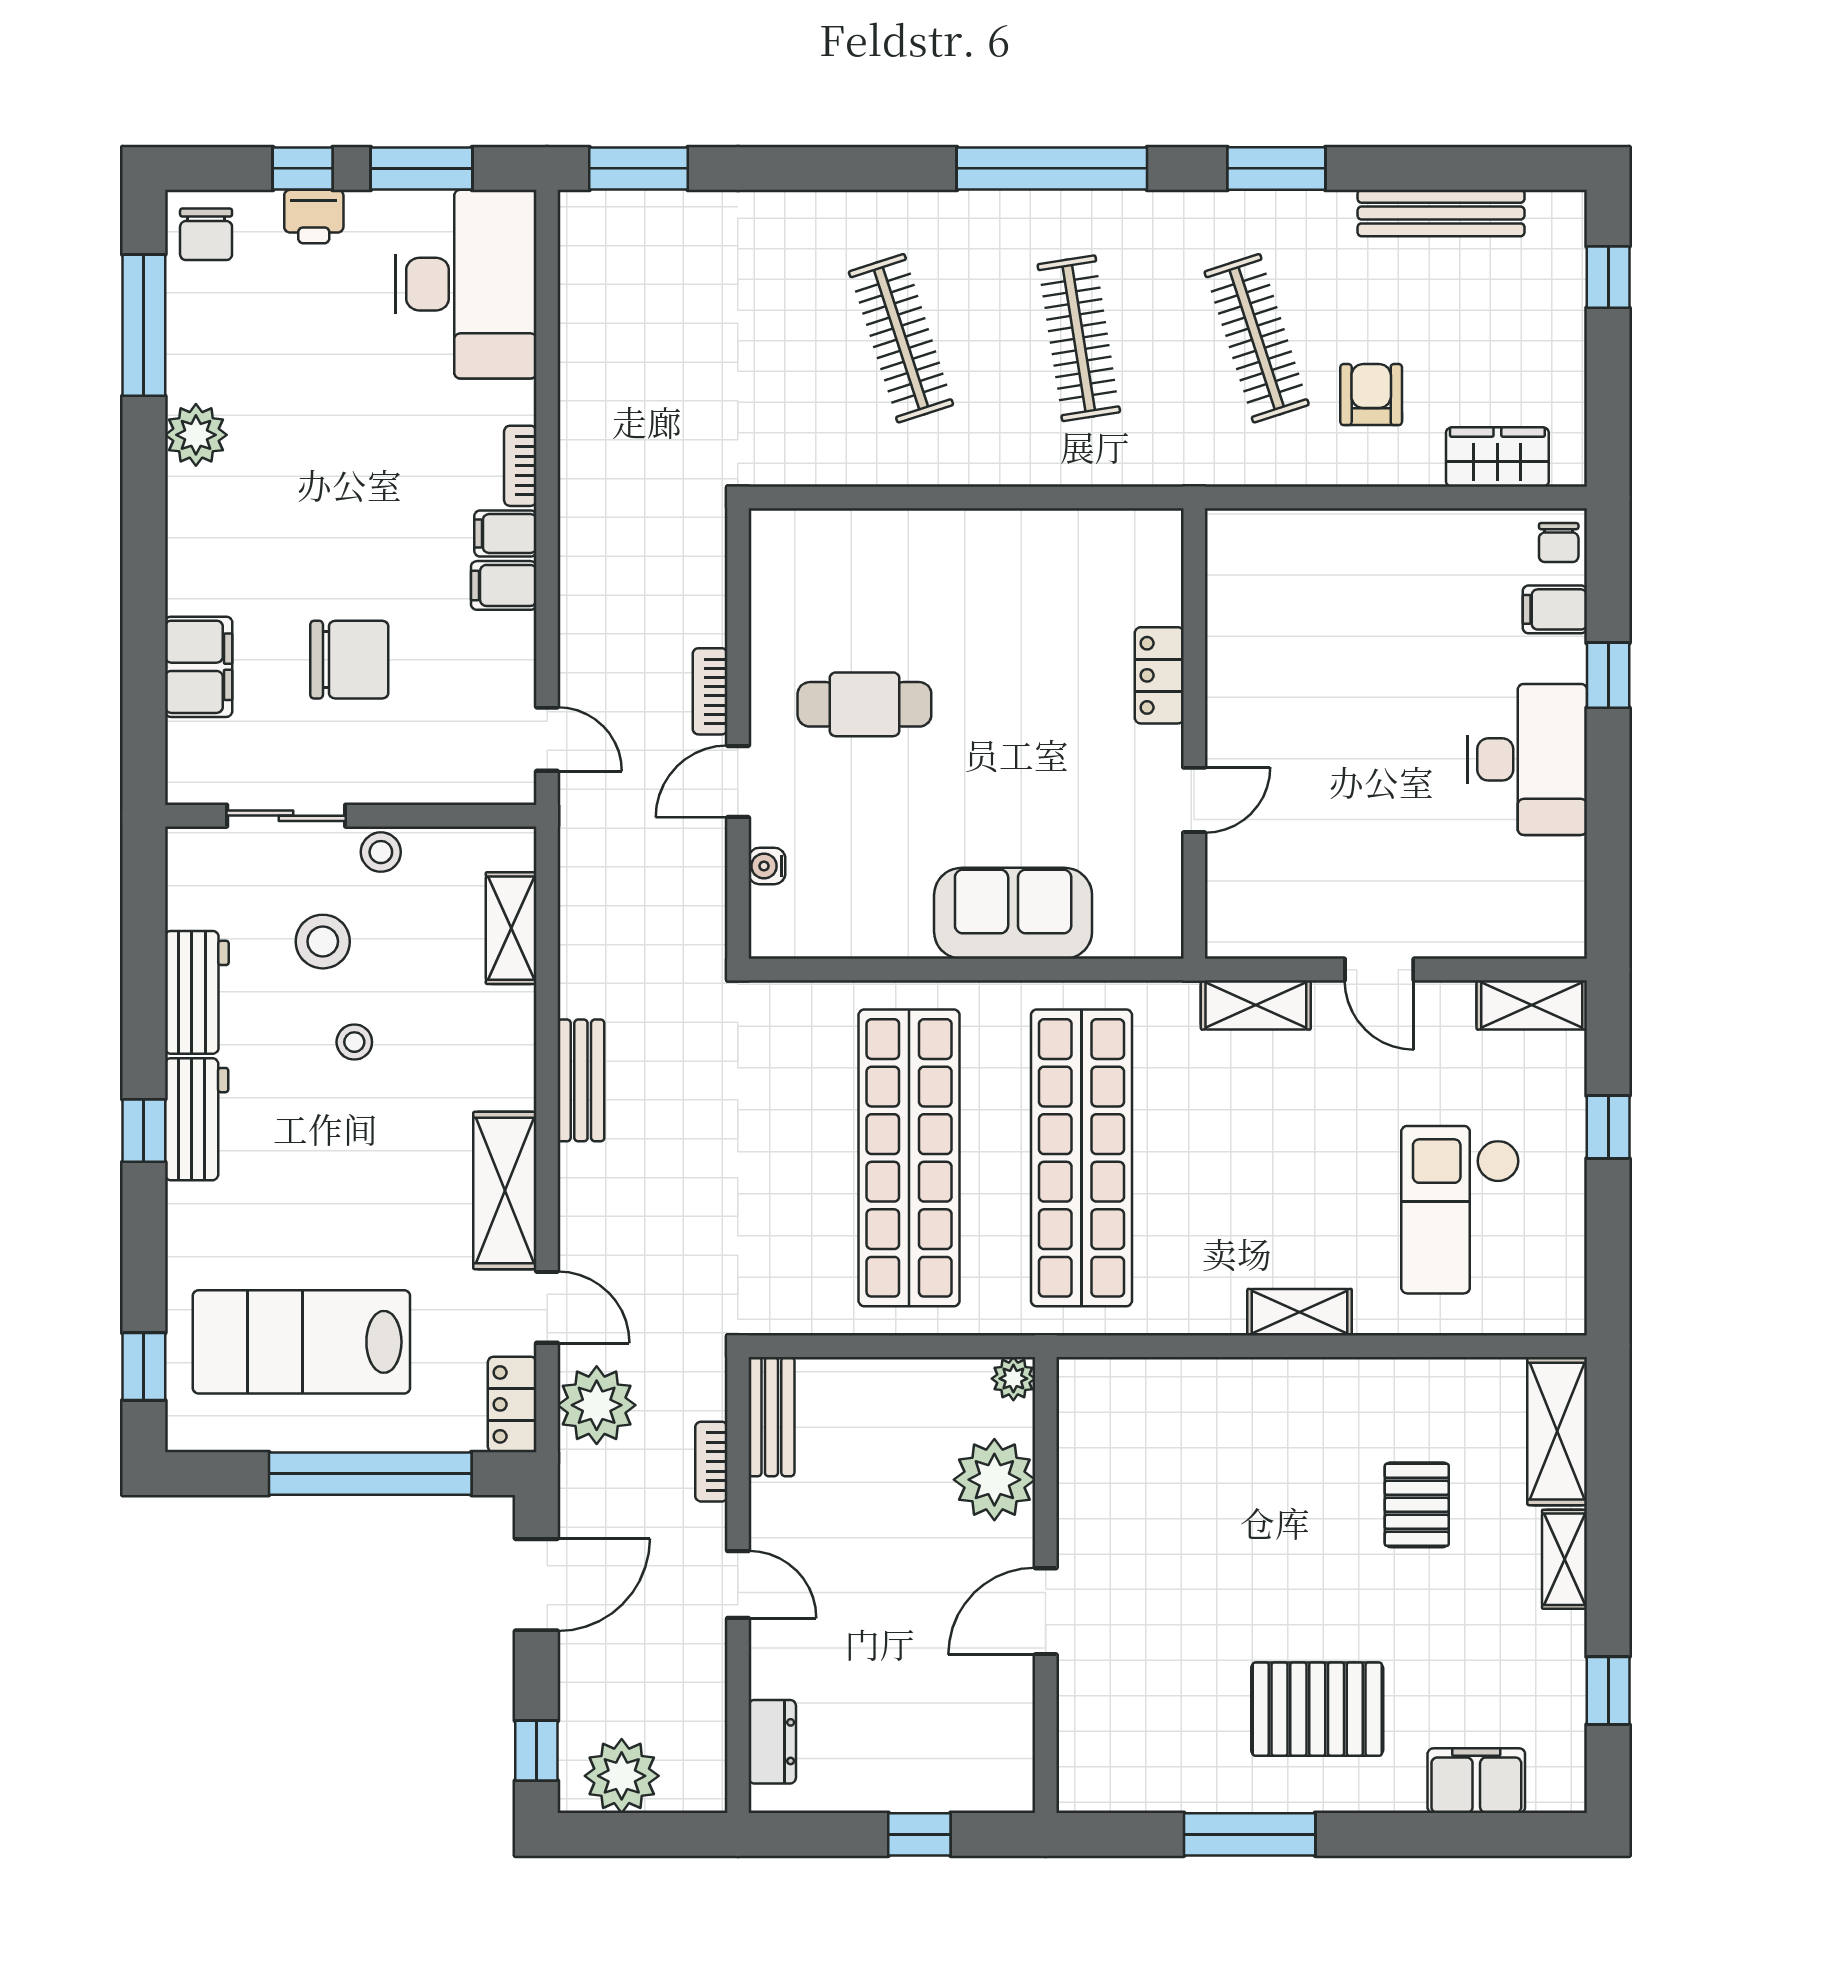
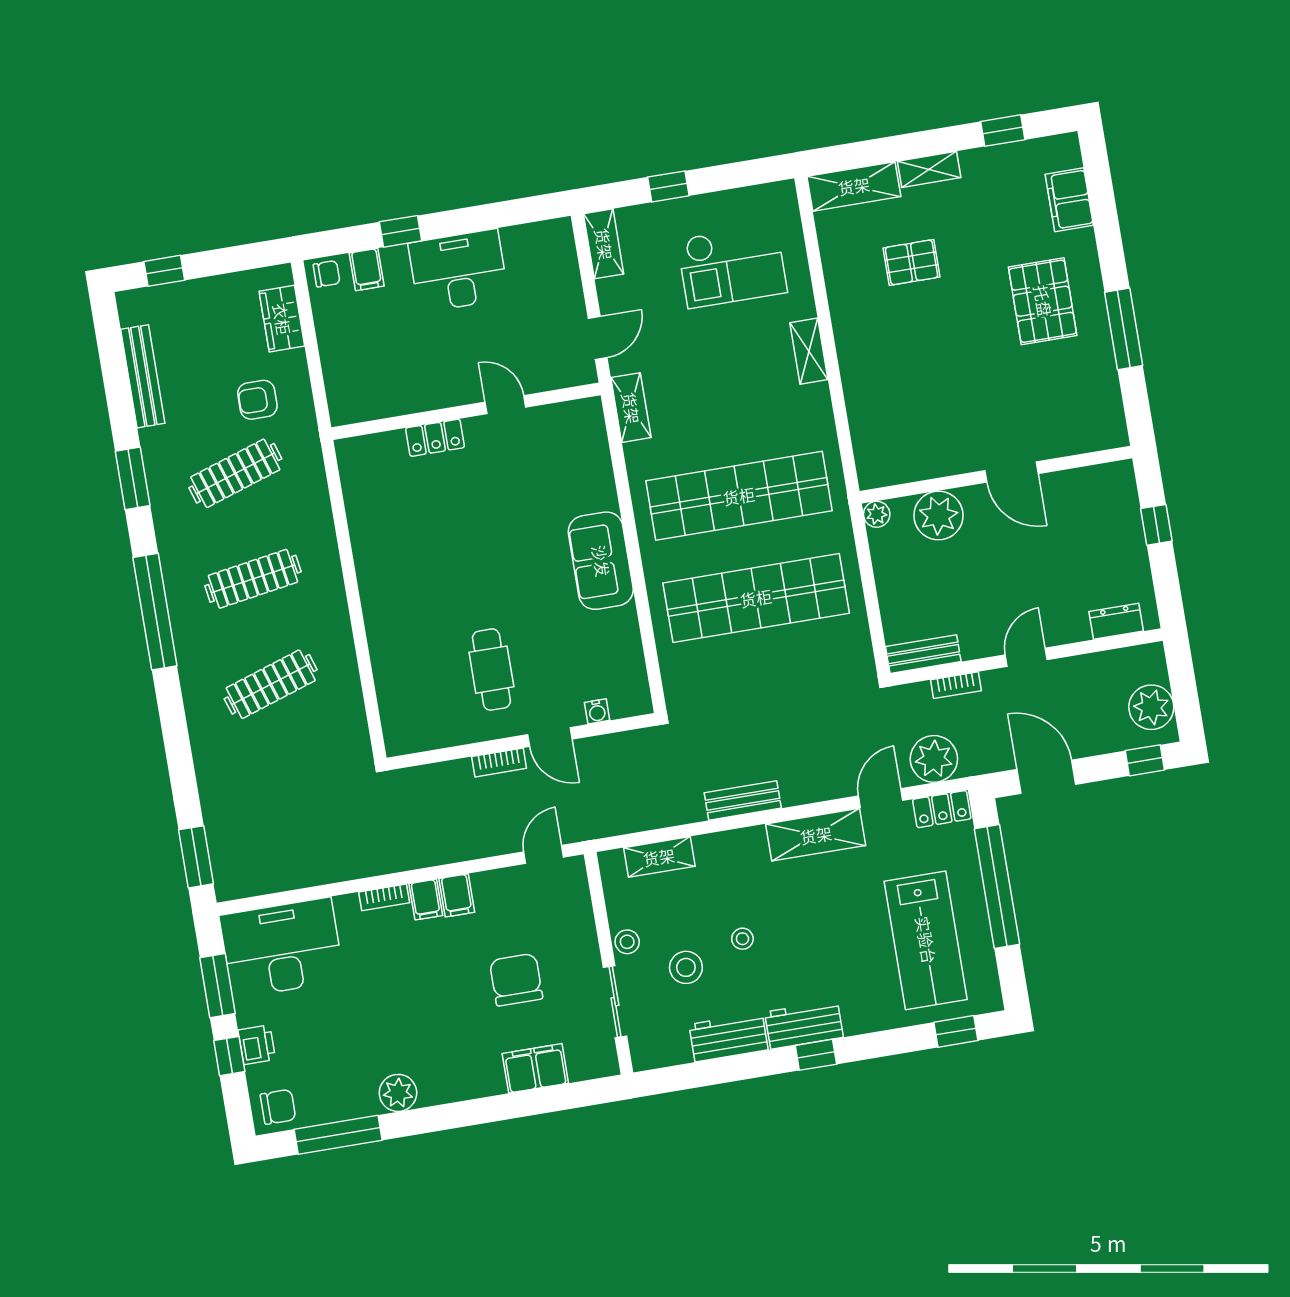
locker: (1159, 675) -> (435, 438), moved
wall: (1194, 733) -> (466, 411), moved
door: (1194, 800) -> (505, 405), moved

